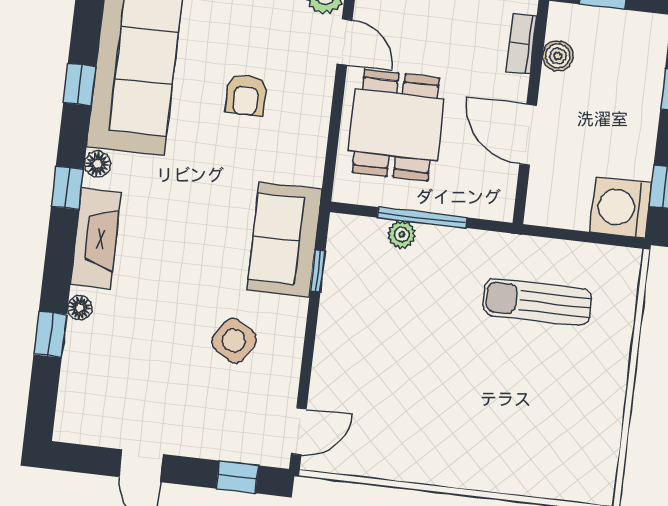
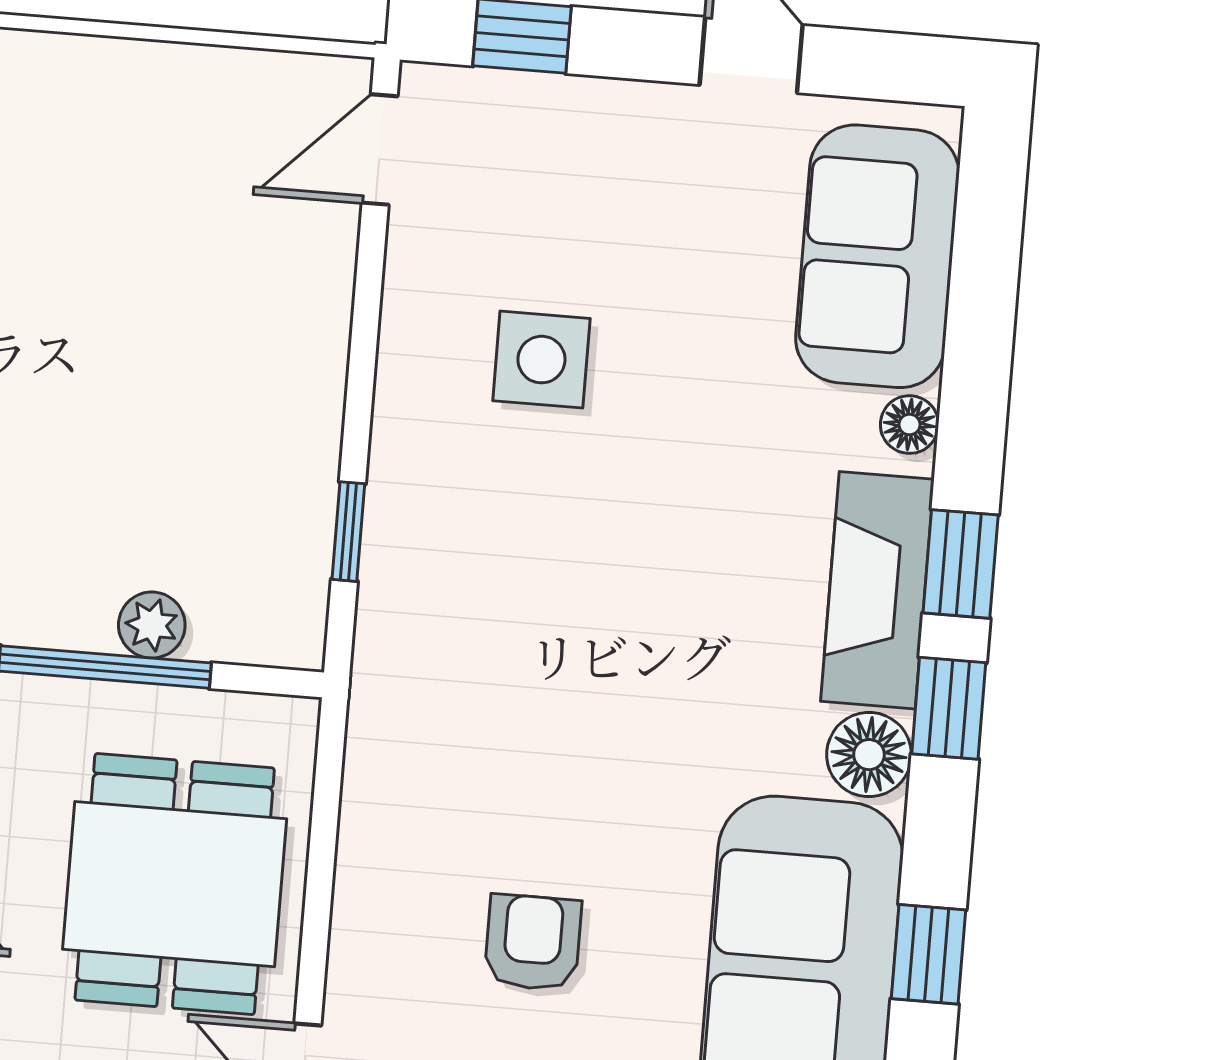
floor lamp: (97, 164) -> (869, 755), width x1.37, depth x1.37
sofa: (284, 240) -> (877, 256), moved, turned 180
window: (50, 334) -> (961, 564), moved
side table: (234, 341) -> (541, 360), turned -32

